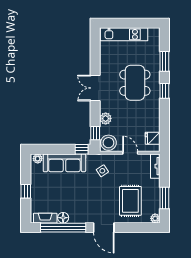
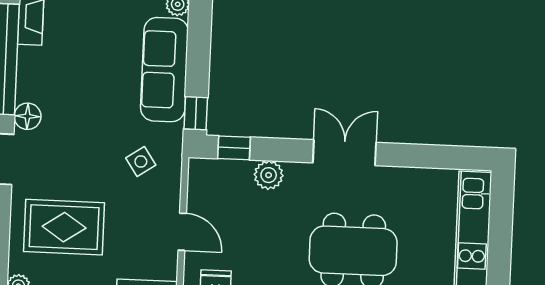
stool: (108, 143) -> (209, 180), removed
door: (130, 153) -> (182, 232), hinge flipped
floor lamp: (63, 218) -> (28, 116), moved

